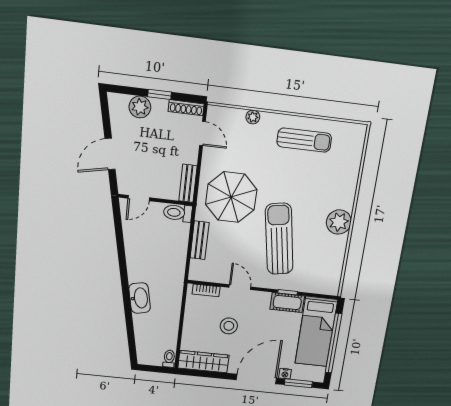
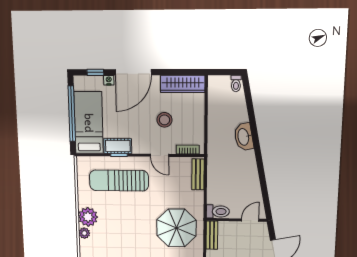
plant: (347, 202) -> (84, 233), added
sun lounger: (279, 239) -> (119, 181), moved, turned 100
bench: (200, 240) -> (198, 174), moved
toilet: (169, 359) -> (236, 84), moved
window: (298, 383) -> (95, 72), width x0.67

